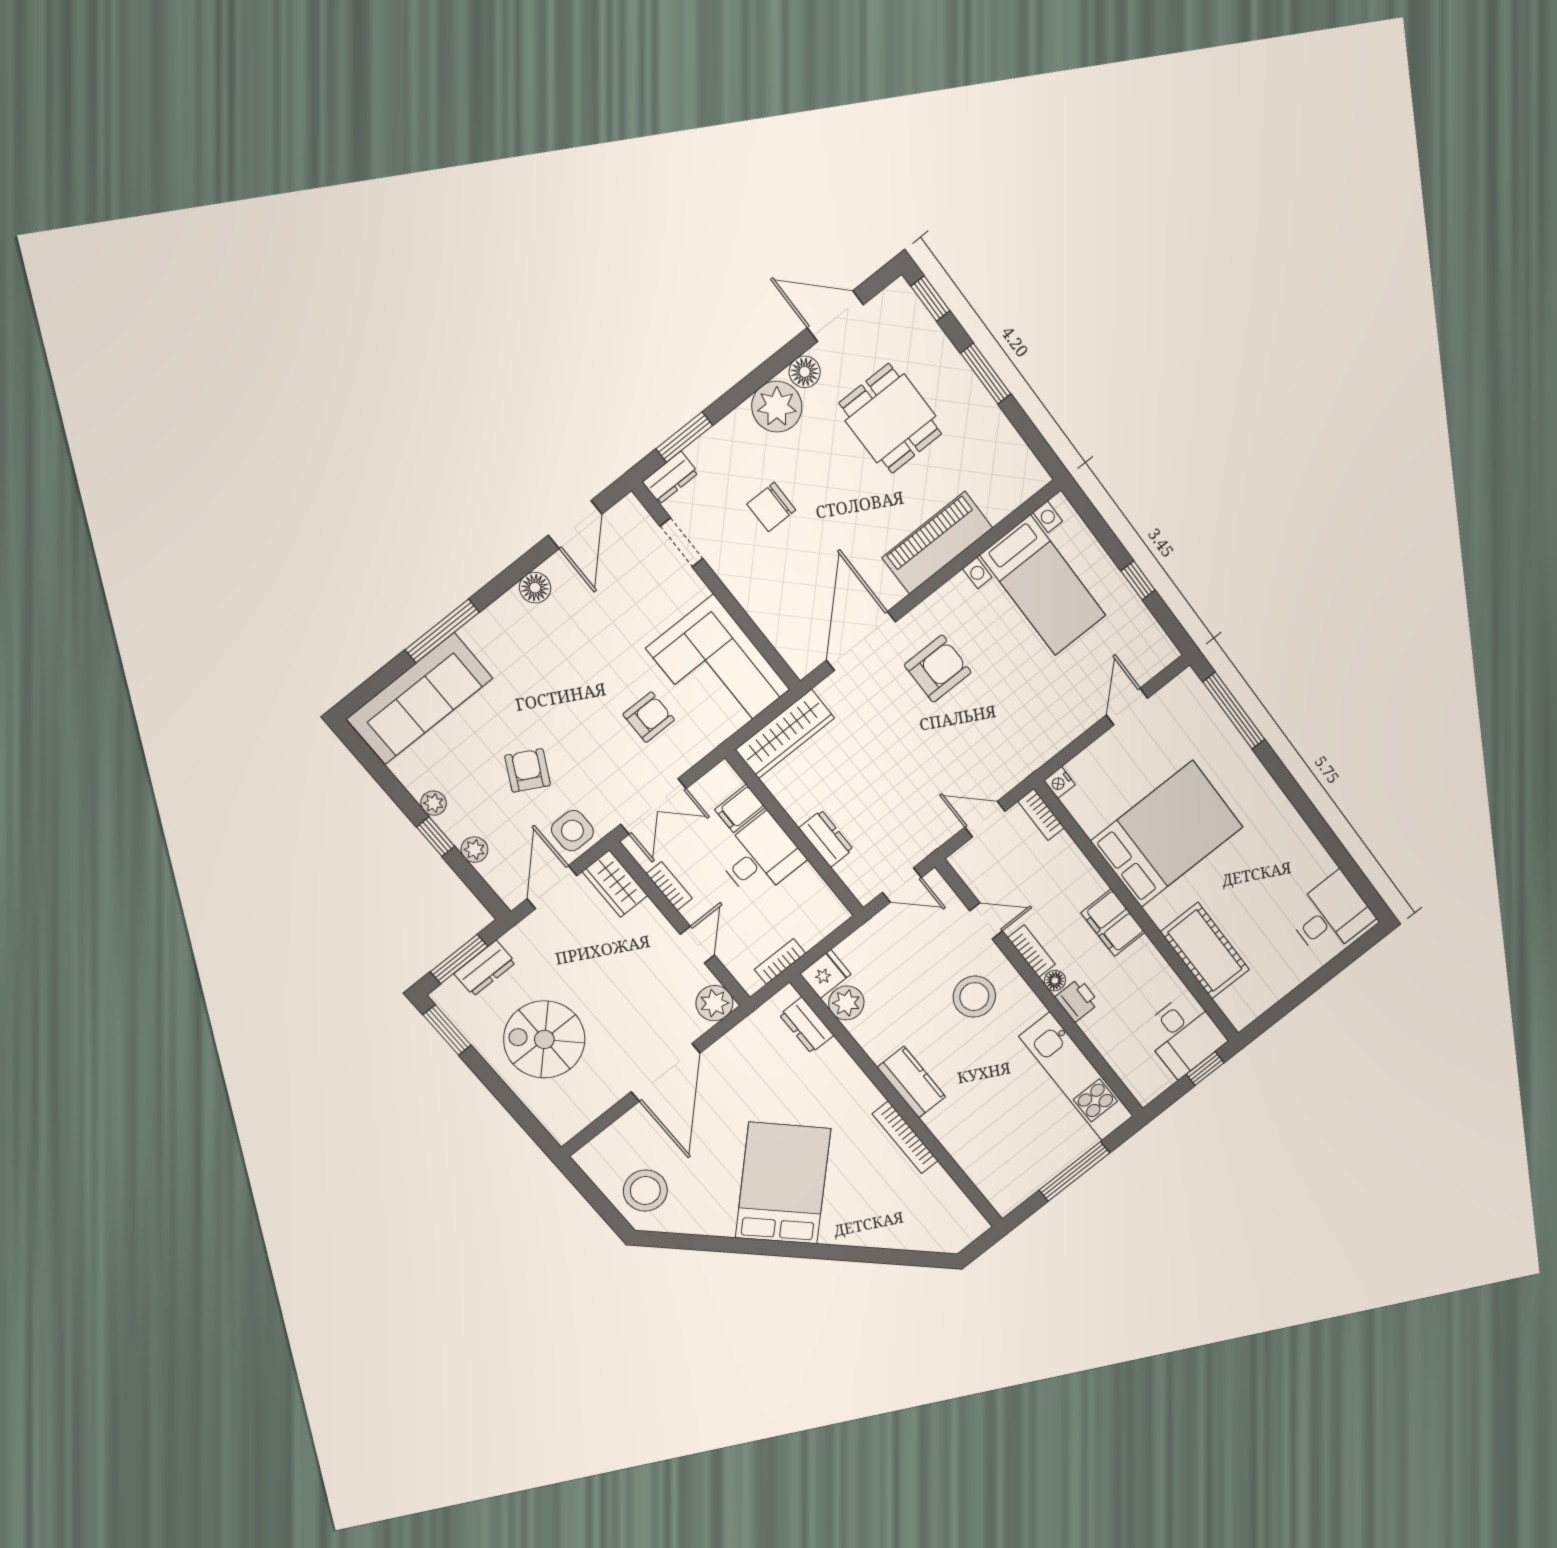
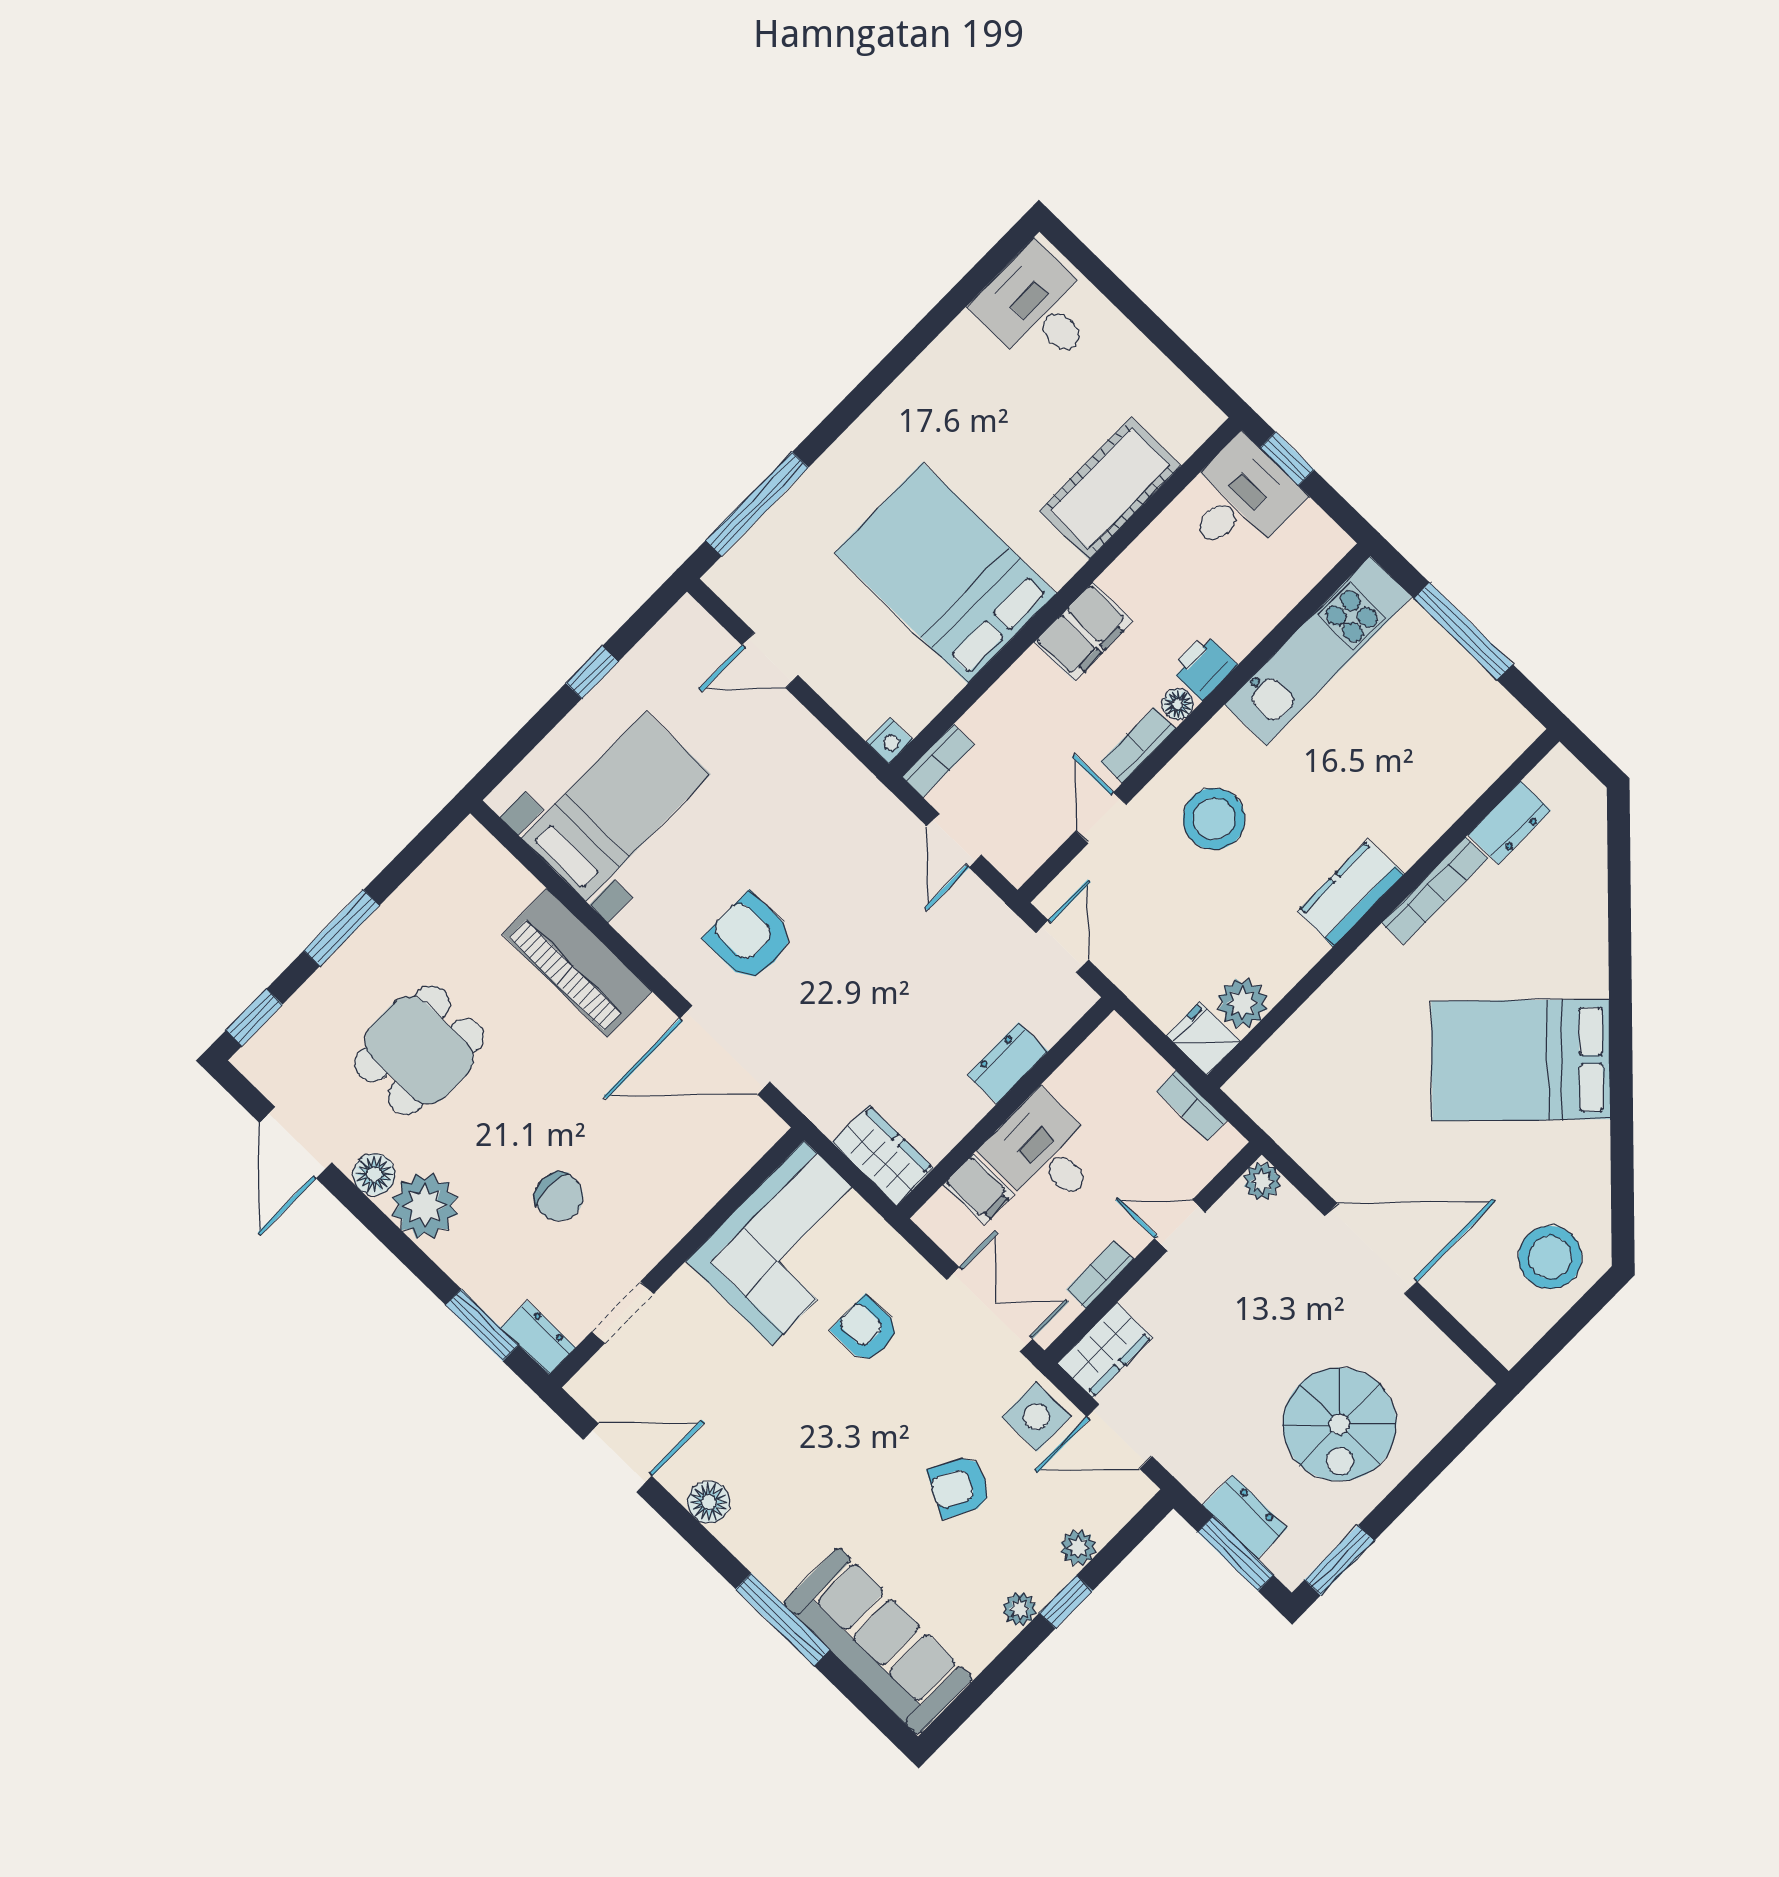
wardrobe: (785, 734) -> (883, 1155), width x0.67
plant: (714, 1003) -> (1262, 1181), width x0.73, depth x0.73
dresser: (807, 1025) -> (1509, 823), moved

